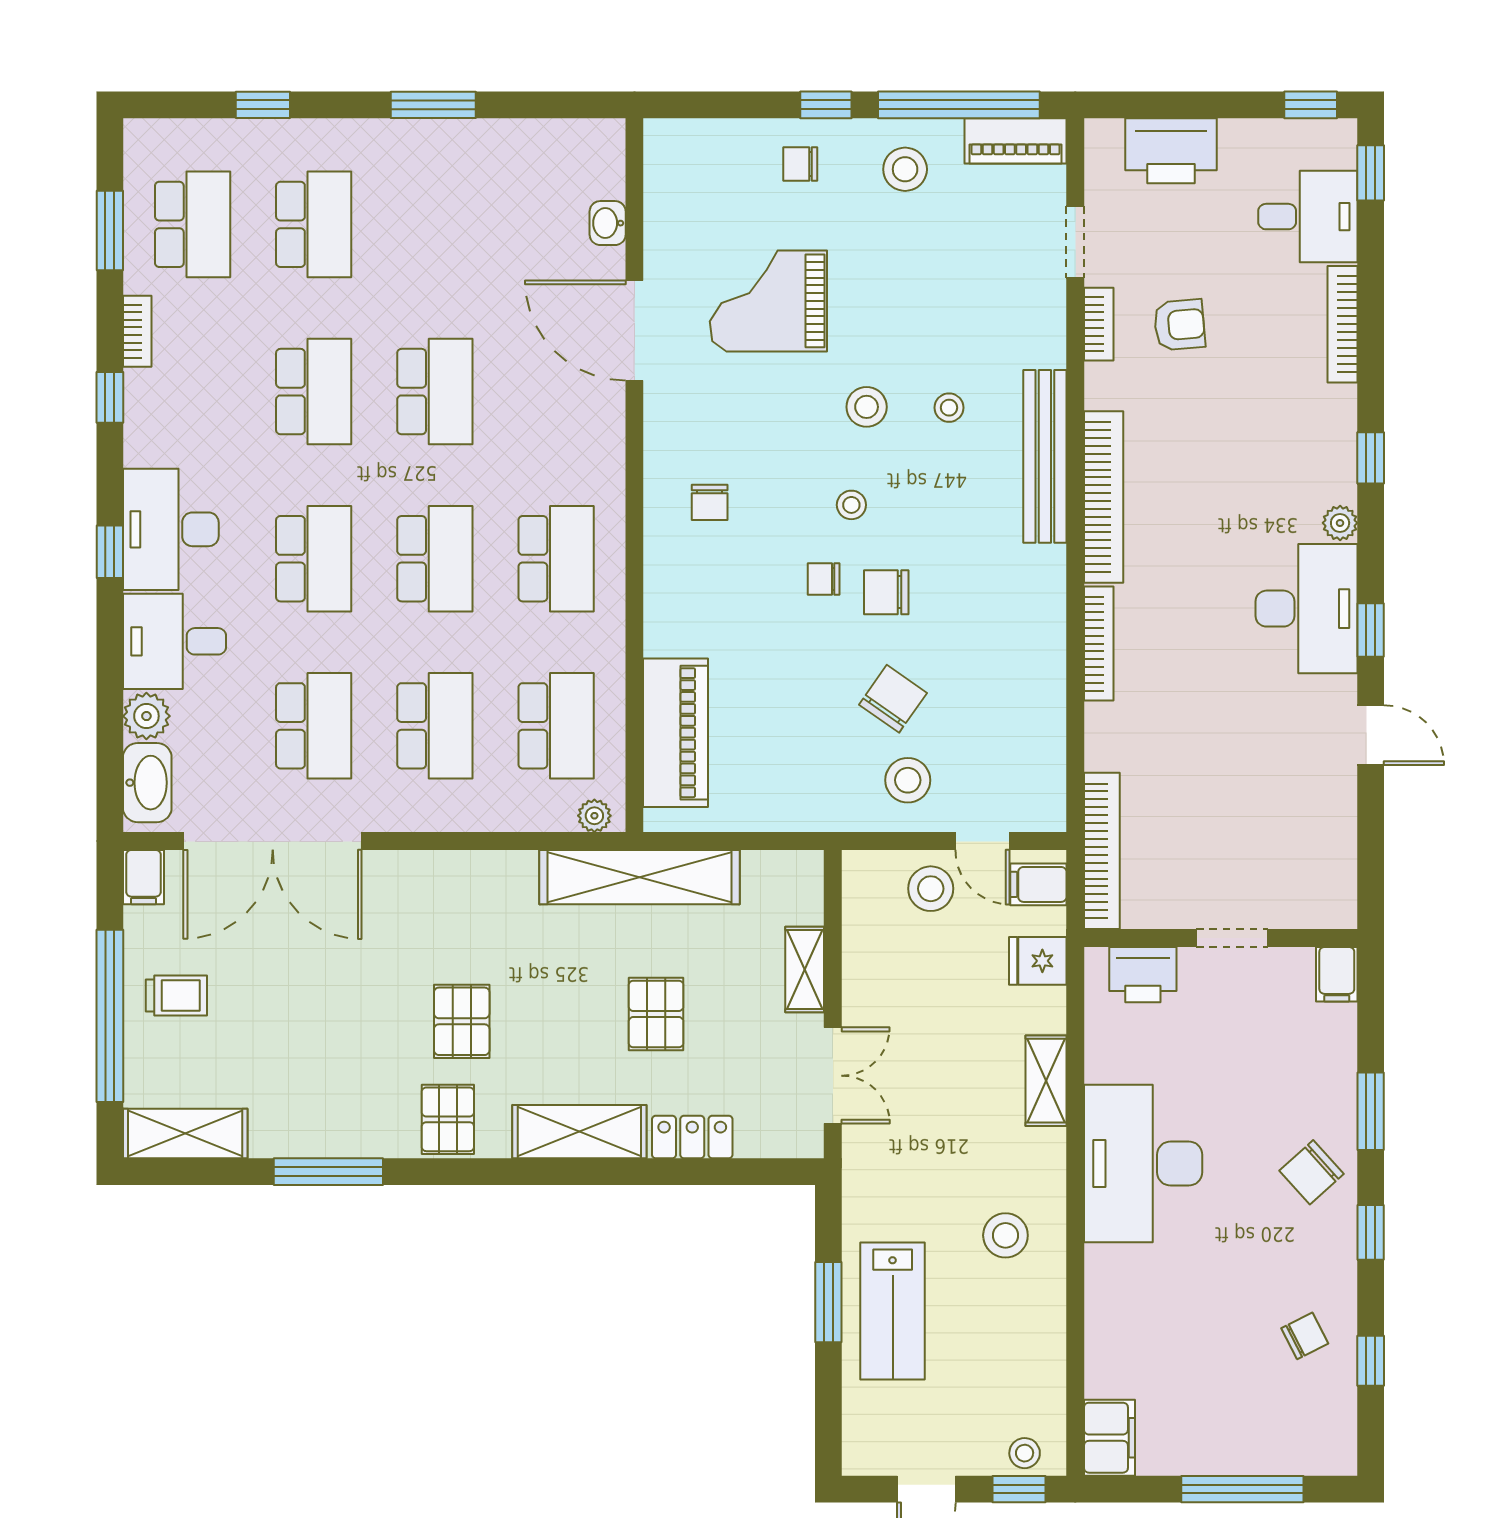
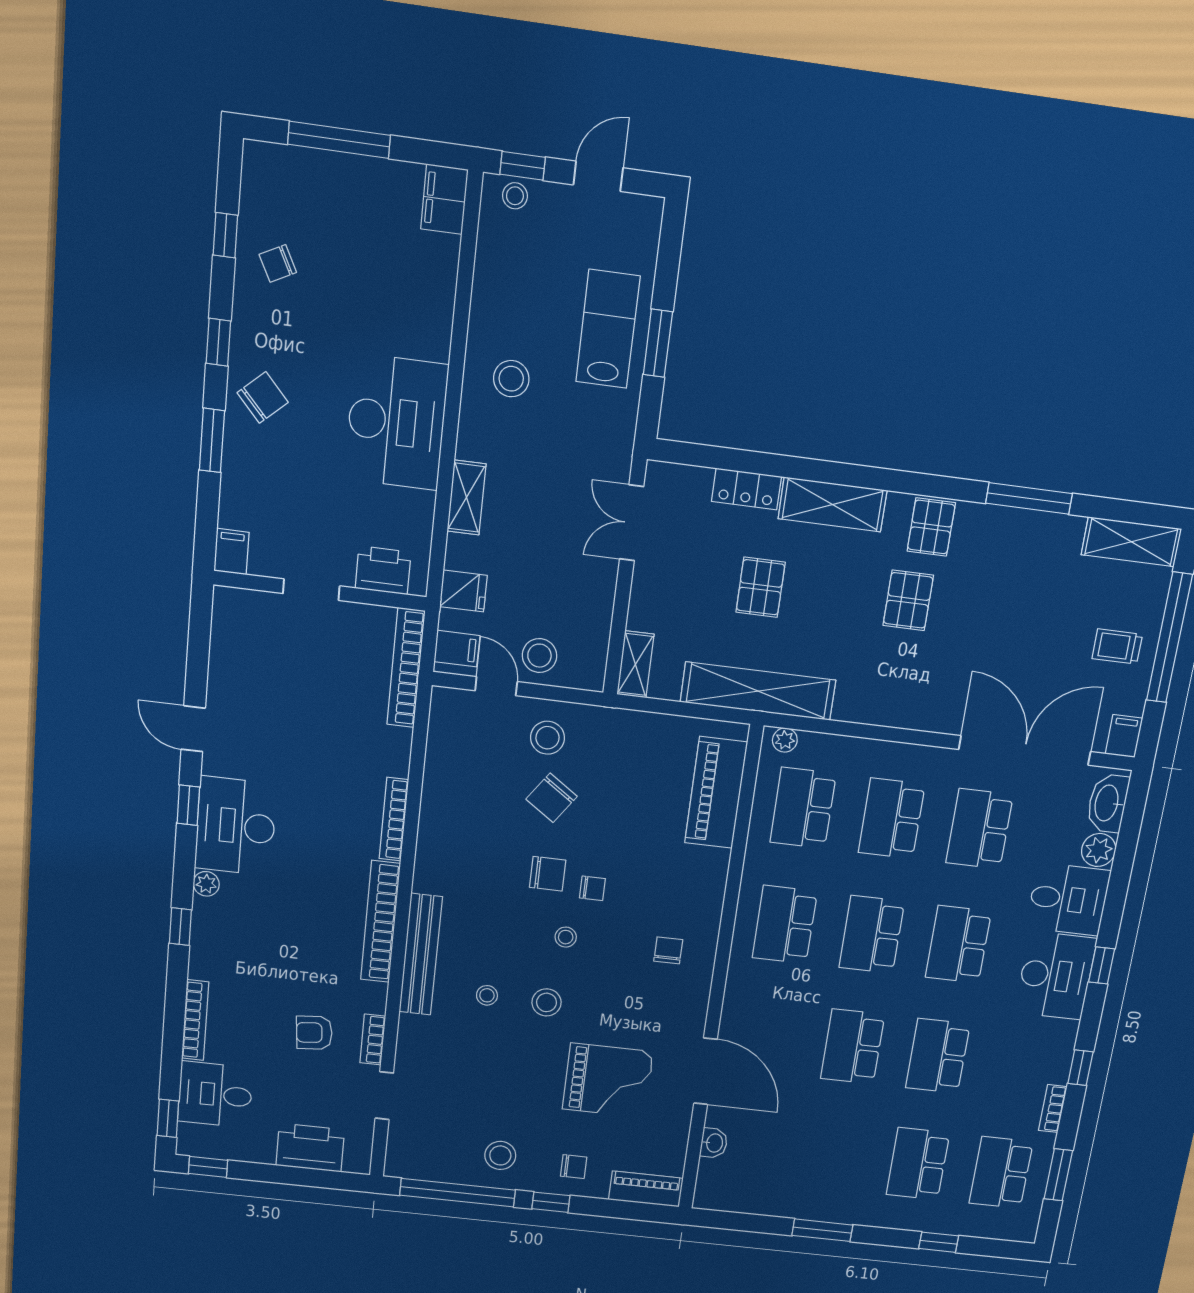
piano: (1016, 141) -> (646, 1189), moved
shelving: (805, 970) -> (635, 664), moved

